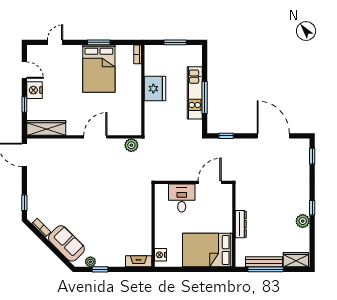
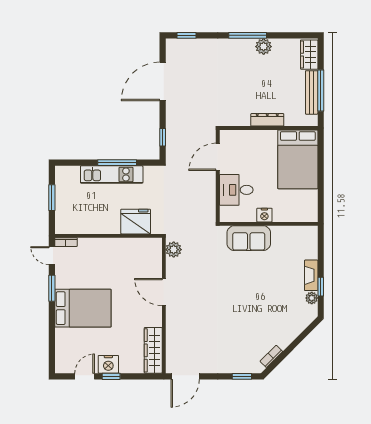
door: (55, 42) -> (52, 256), moved
bed: (99, 69) -> (83, 308), moved
fridge: (155, 89) -> (136, 222), moved
window: (24, 104) -> (111, 376), moved
door: (210, 182) -> (218, 157), hinge flipped
window: (312, 208) -> (248, 35), width x2.17
sofa: (66, 243) -> (249, 238), moved, turned -135
nightstand: (160, 255) -> (264, 215), moved
fireplace: (139, 261) -> (311, 275), moved

